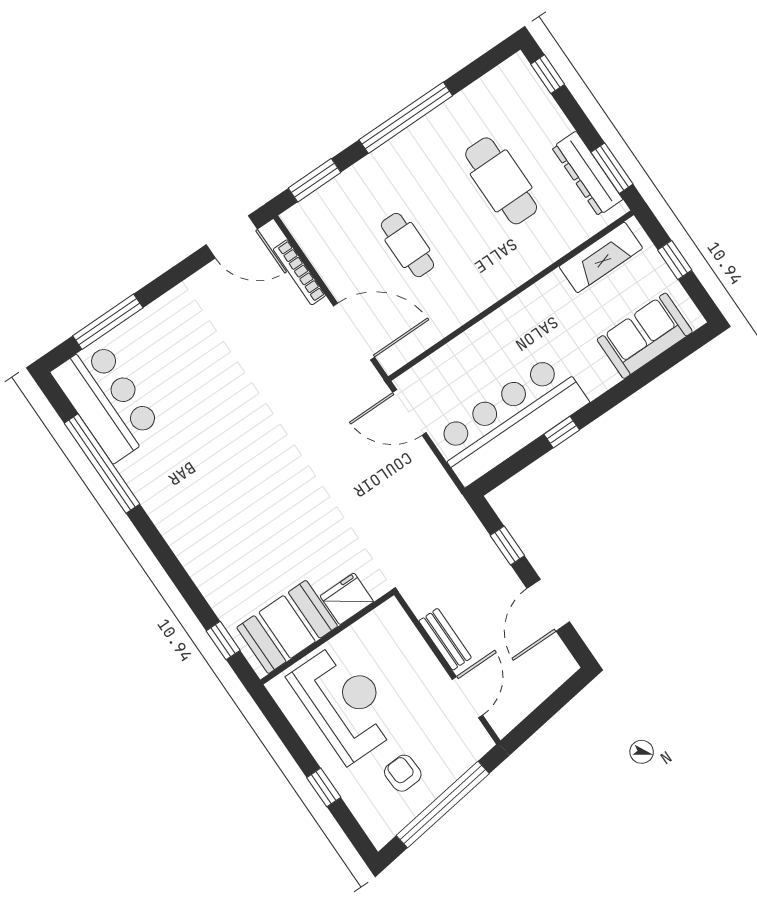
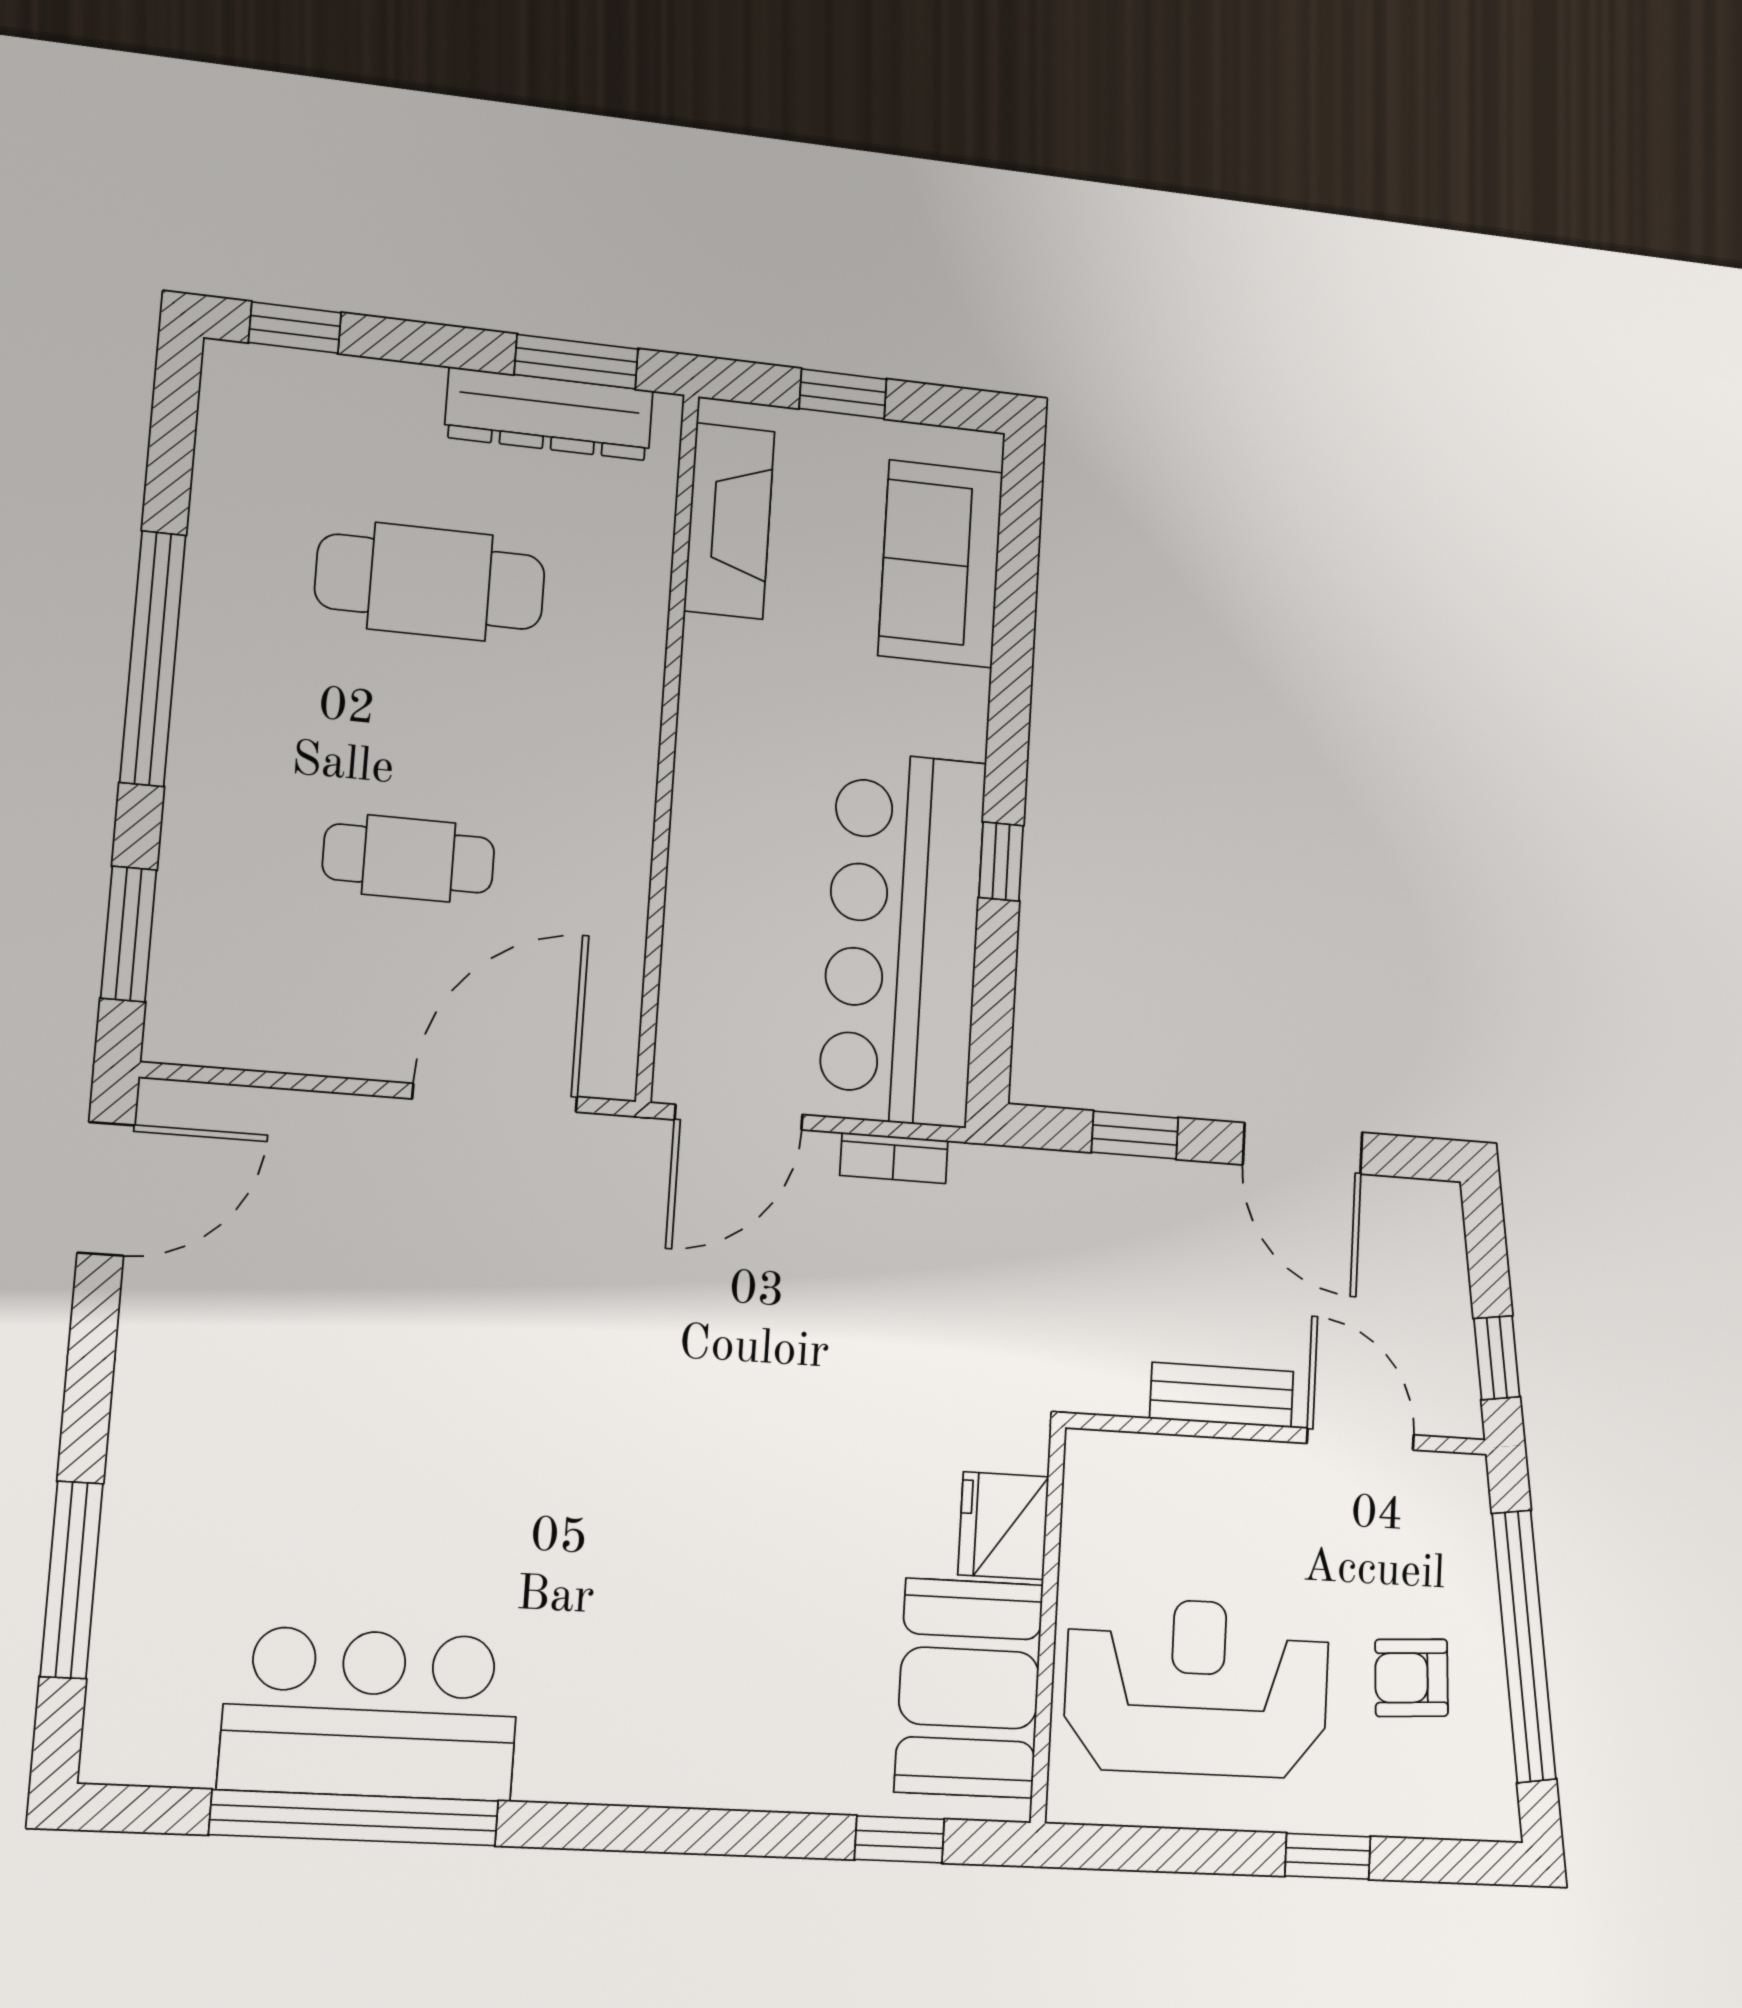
bookcase: (299, 272) -> (894, 1158), moved, width x0.64
bar counter: (107, 401) -> (370, 1714), moved
window: (531, 724) -> (1497, 1358), added

